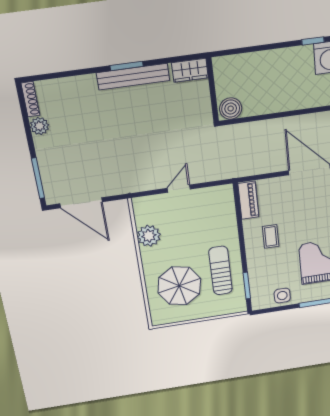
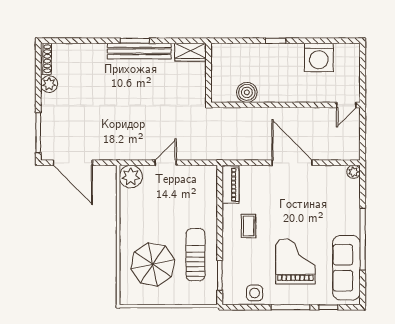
window: (313, 41) -> (276, 41), moved
boiler: (231, 109) -> (247, 92), moved
plant: (149, 236) -> (131, 177), moved

